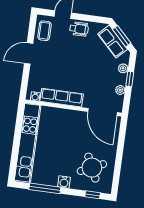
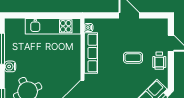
coffee table: (44, 31) -> (133, 58), moved
kitchen unit: (28, 143) -> (53, 26), width x0.73

